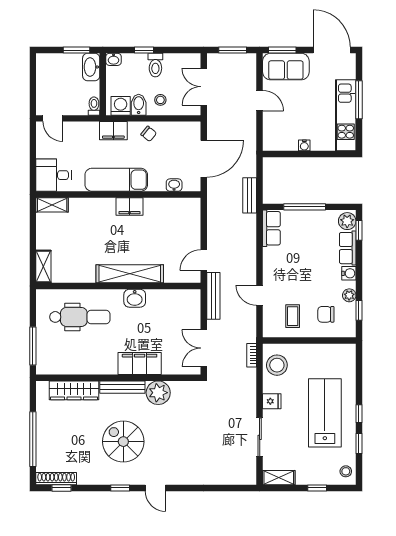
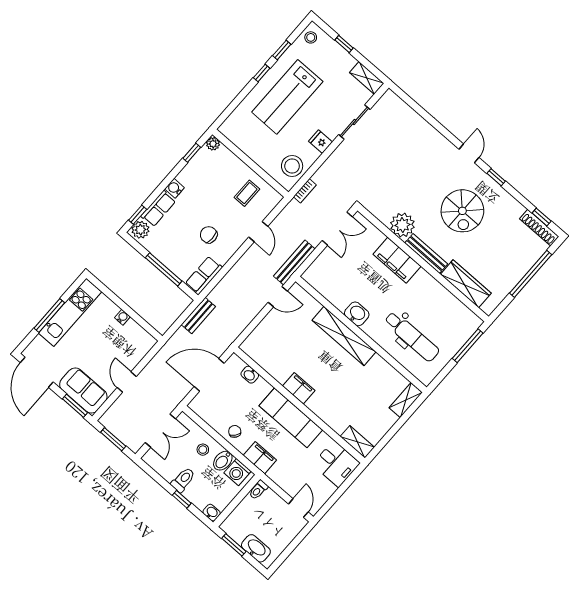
washbasin: (91, 67) -> (256, 548), moved, turned -90
plant: (349, 295) -> (213, 144), moved
chair: (326, 314) -> (209, 235), moved, turned 180
dental chair: (80, 317) -> (412, 336), turned 180

